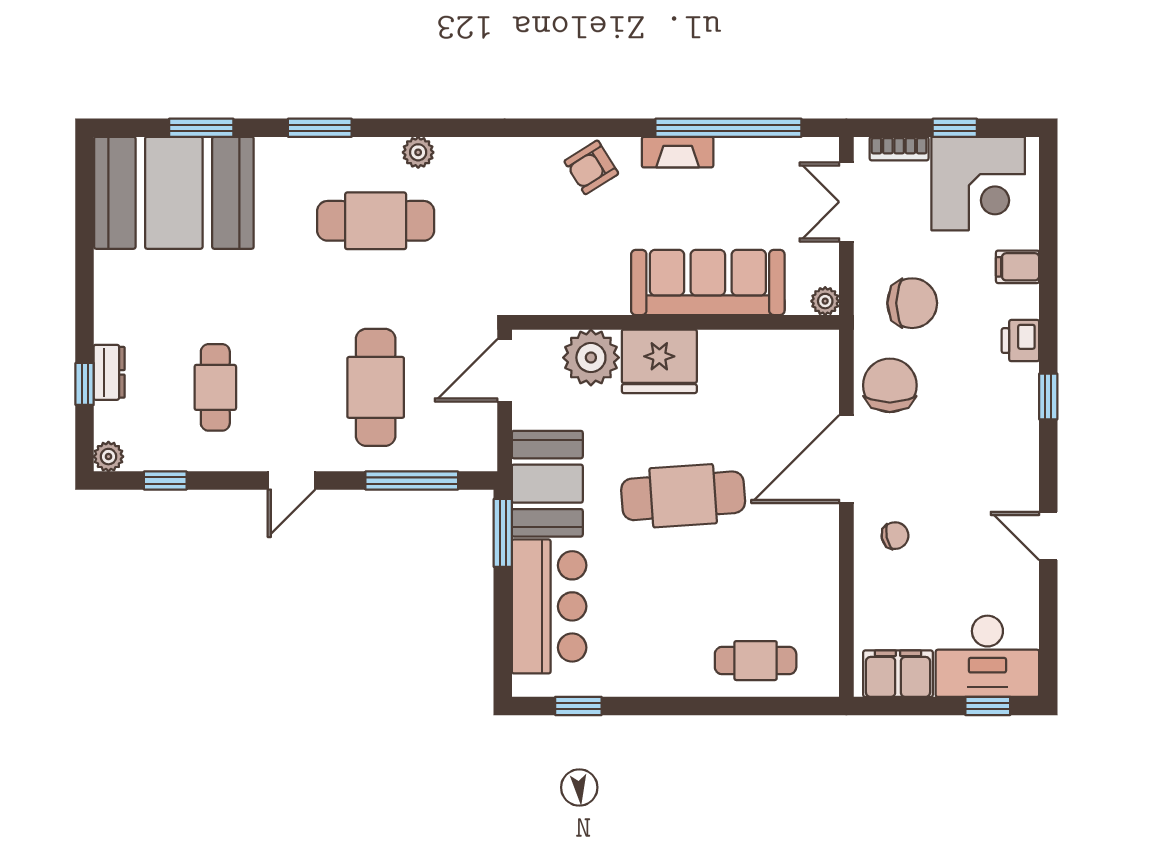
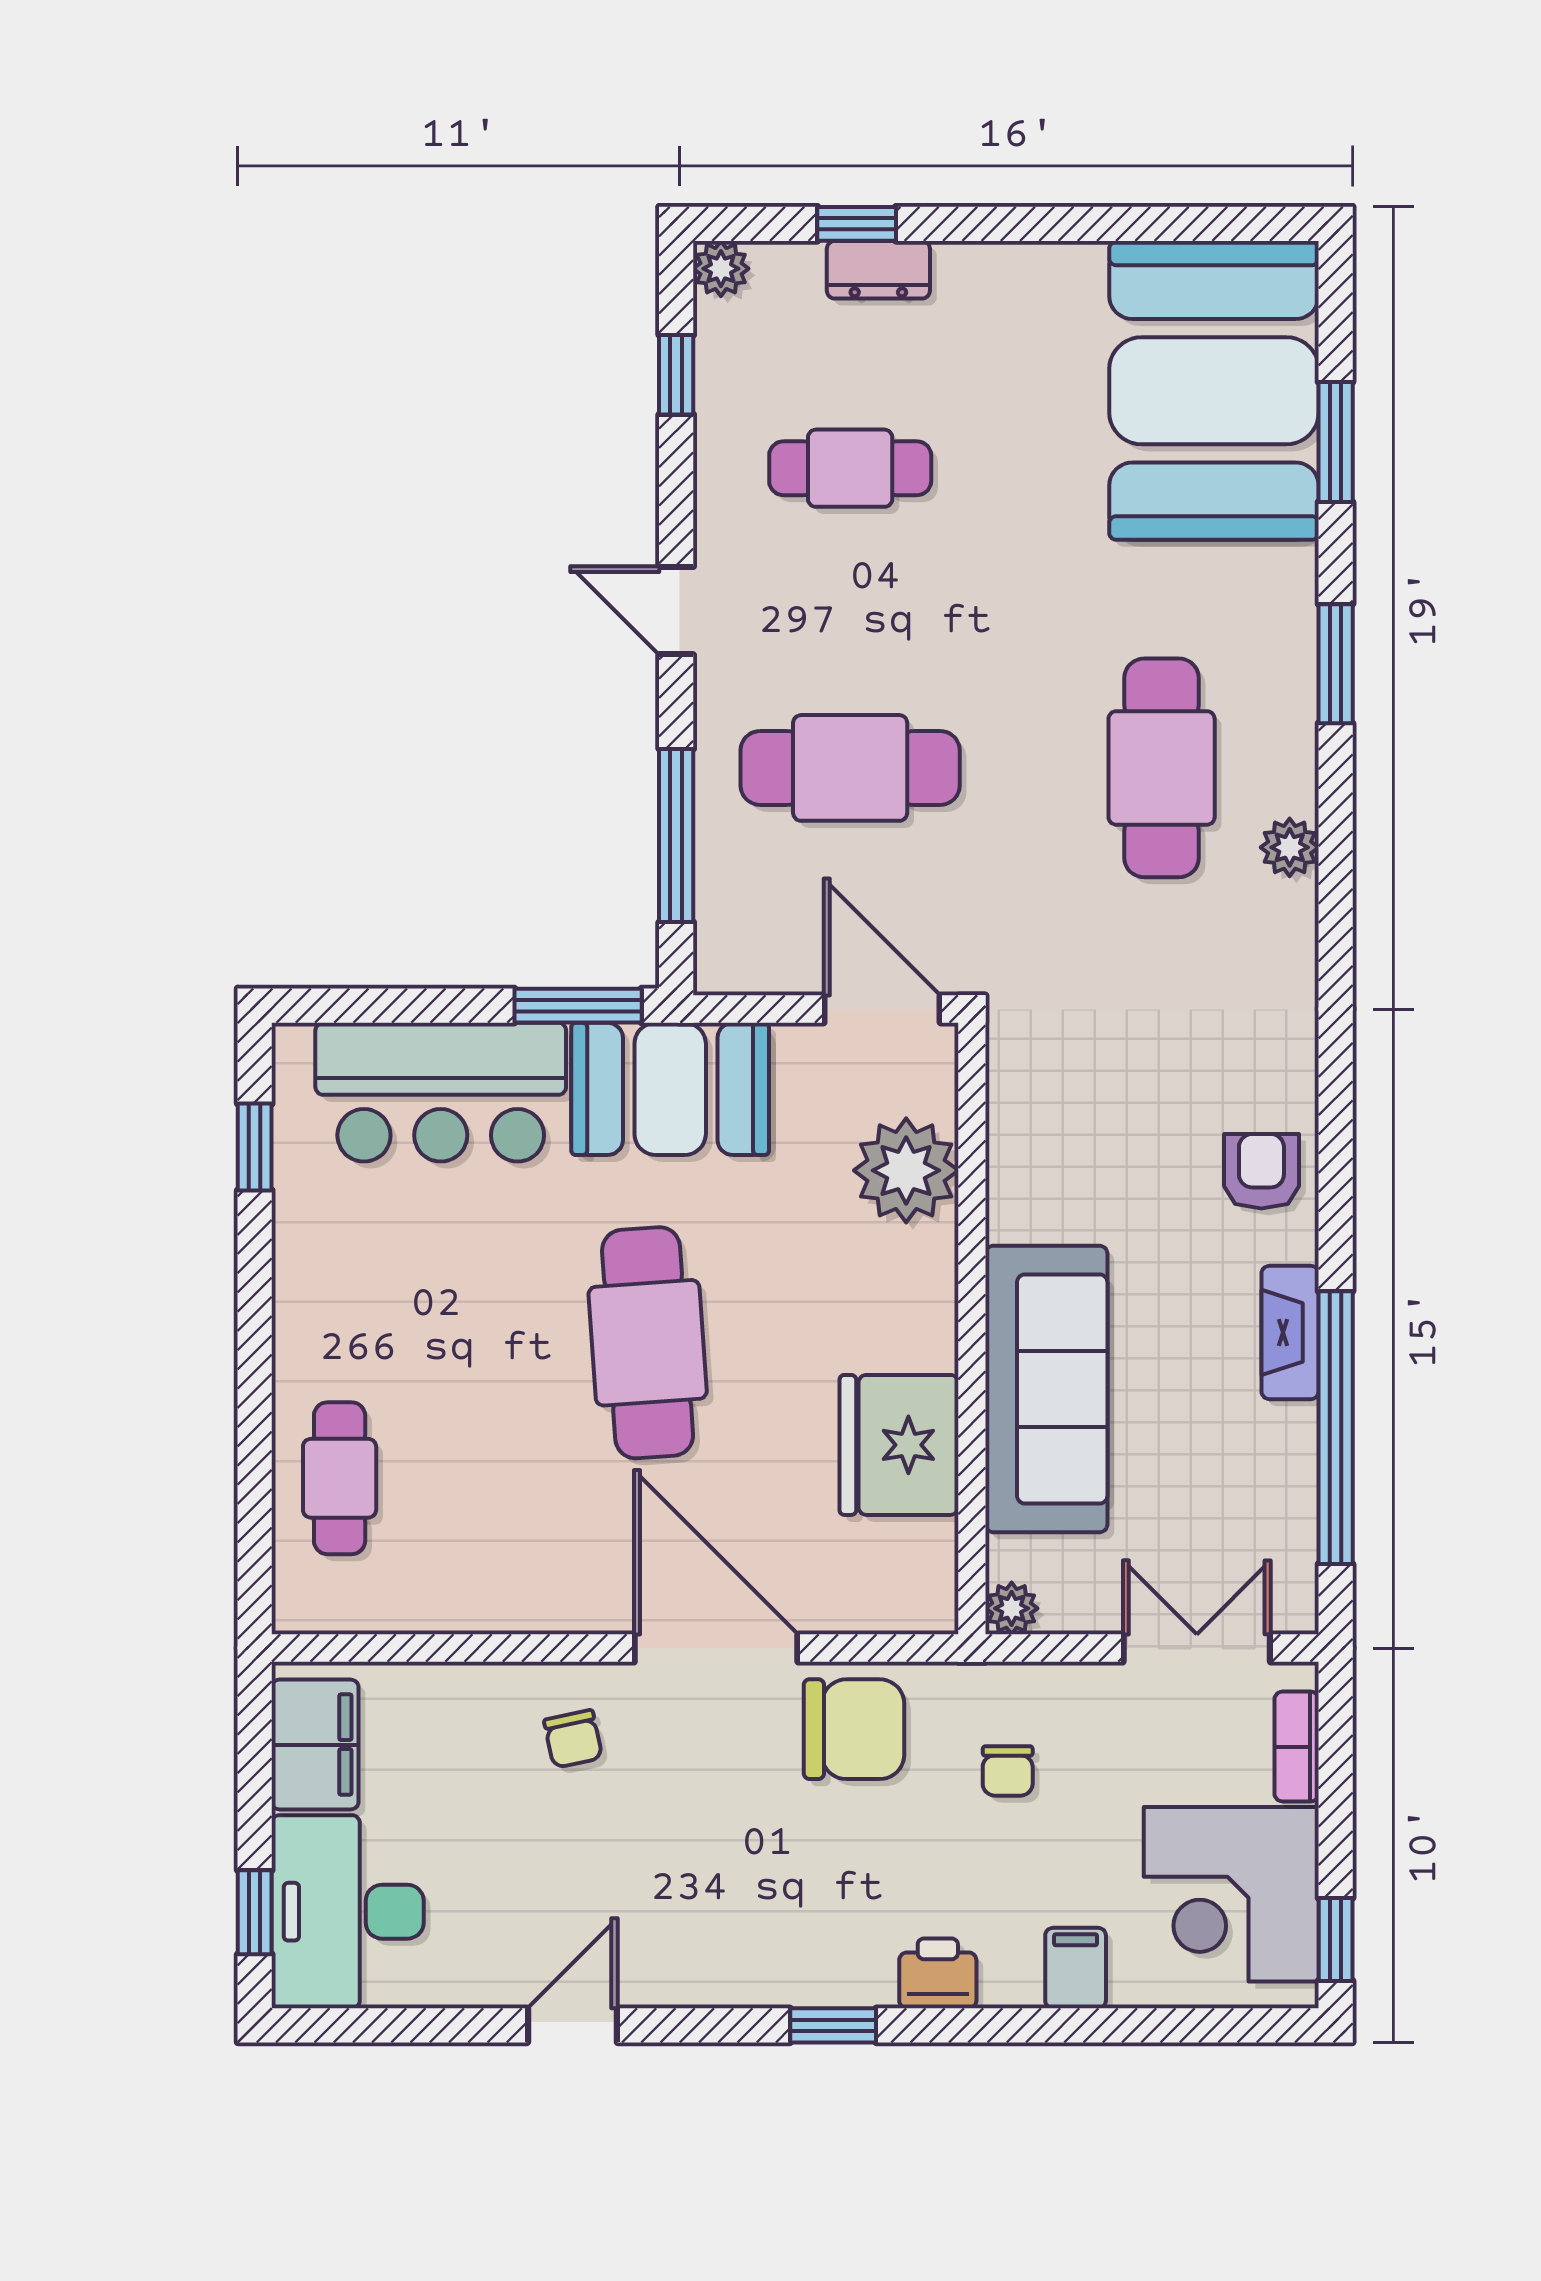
window: (955, 128) -> (1336, 1939), moved
armchair: (591, 167) -> (1261, 1171), turned 32
chair: (912, 303) -> (1008, 1771), width x0.54, depth x0.54
fridge: (659, 361) -> (899, 1445), moved

